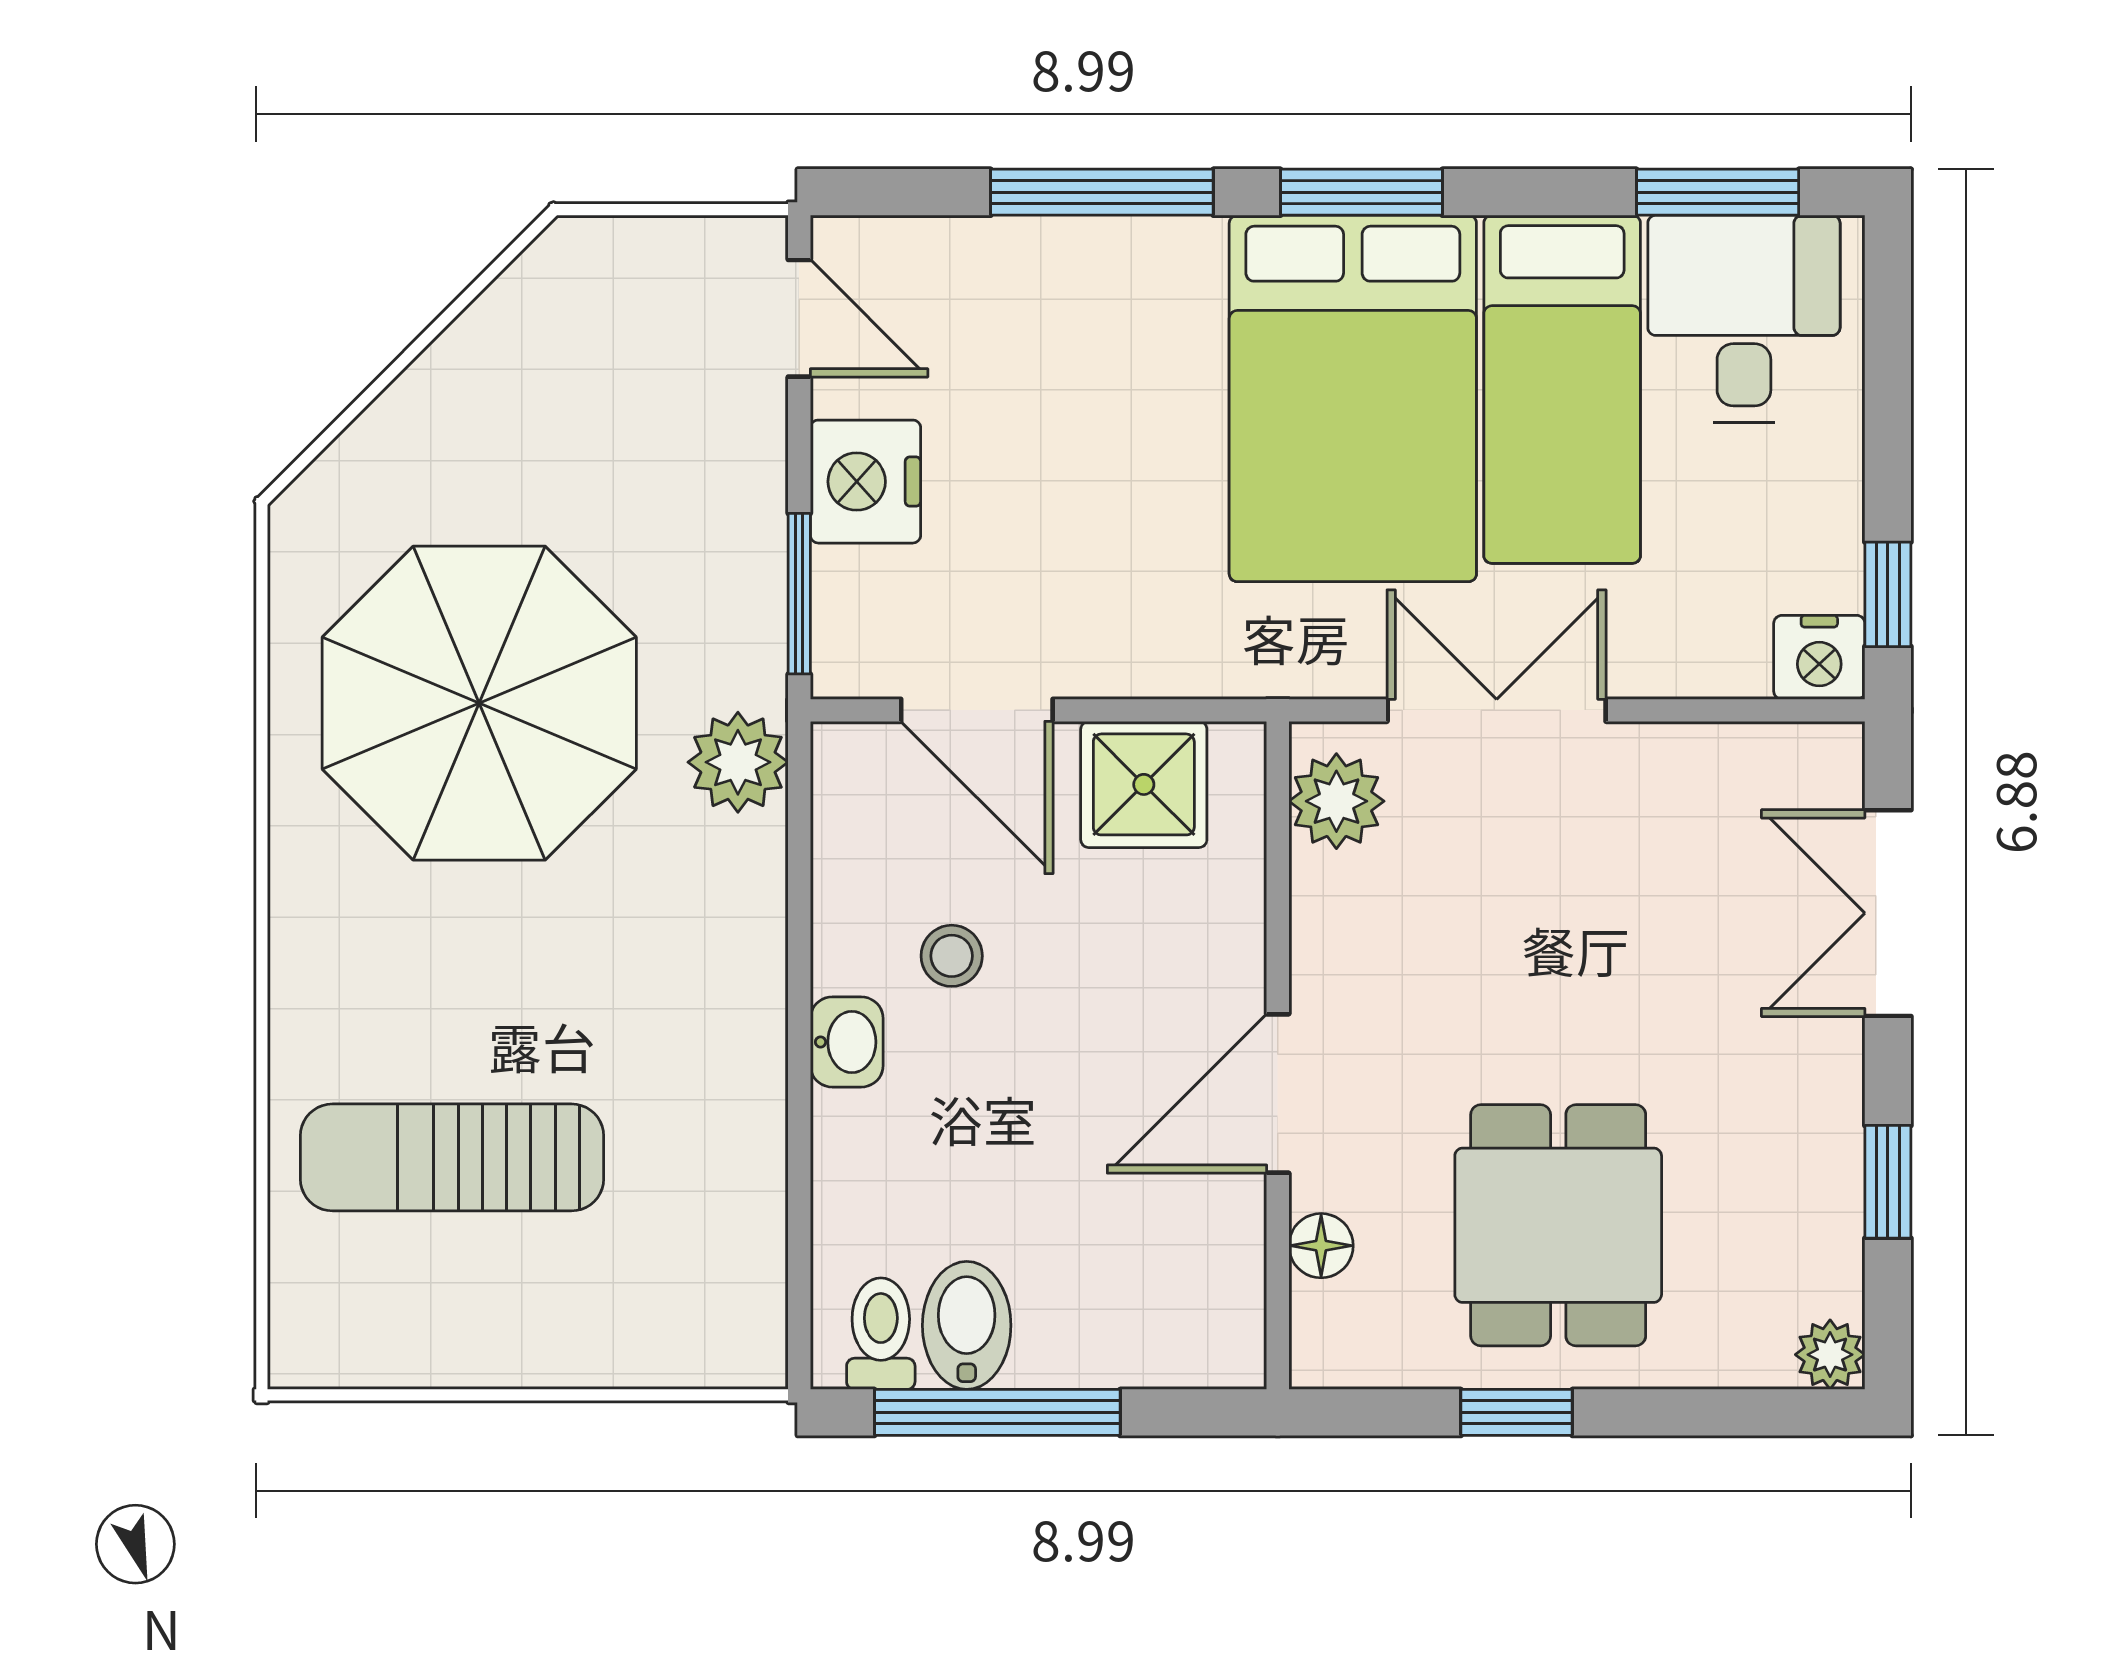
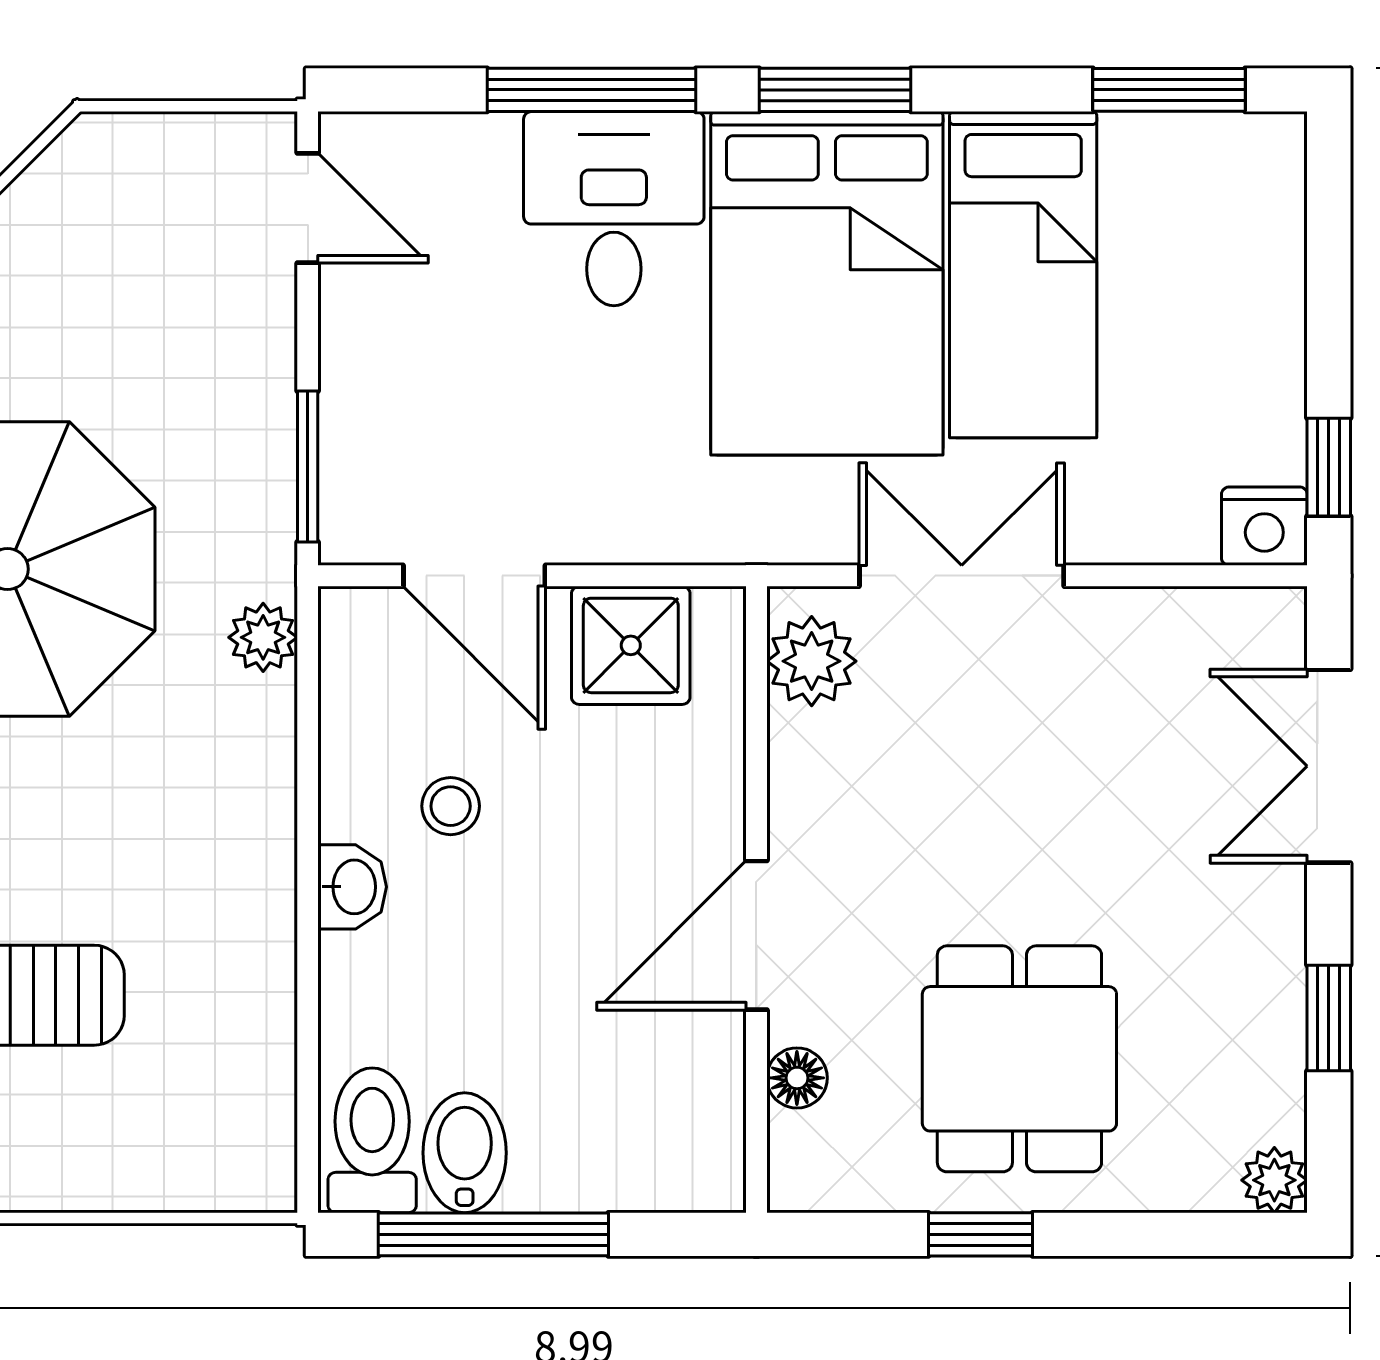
desk: (1744, 319) -> (614, 209), moved
nightstand: (865, 482) -> (370, 361), removed
plant: (738, 762) -> (263, 637), width x0.73, depth x0.73
toilet: (881, 1334) -> (372, 1140), width x1.37, depth x1.39

